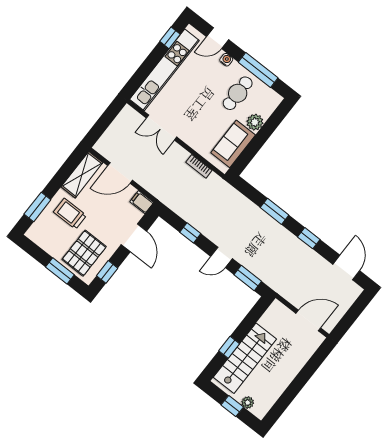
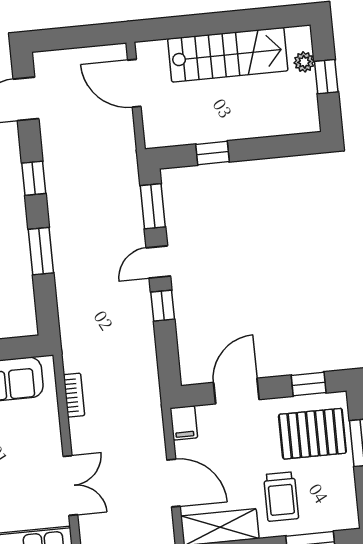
window: (190, 233) -> (163, 306), moved
door: (222, 257) -> (158, 262), swing flipped
window: (229, 347) -> (212, 153), moved
stairs: (245, 358) -> (228, 55), moved, turned 180

